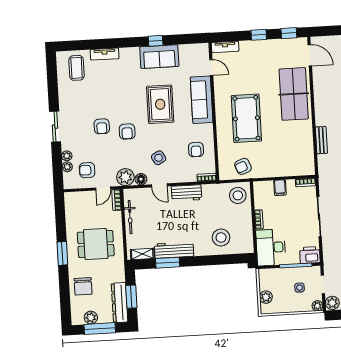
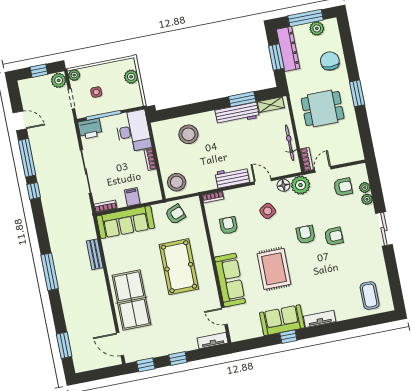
tv unit: (105, 54) -> (320, 319), moved
armchair: (102, 126) -> (334, 236), turned 89
sofa: (289, 166) -> (125, 222), added

